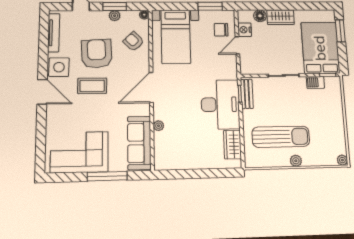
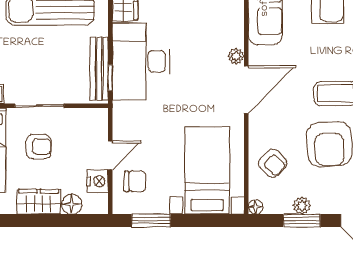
armchair: (283, 50) -> (39, 147), added
bench: (247, 94) -> (99, 69), width x1.36
plant: (159, 126) -> (236, 56), moved

